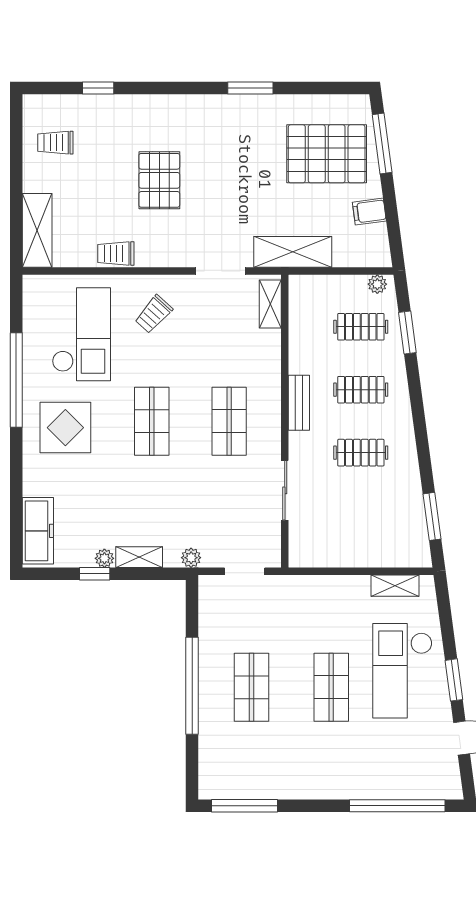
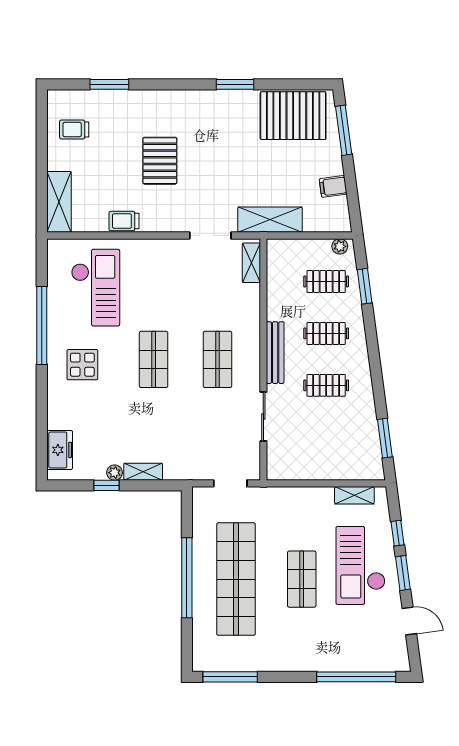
window: (98, 88) -> (109, 84), width x1.50
pallet: (327, 154) -> (293, 116), moved
trolley: (154, 314) -> (155, 271), removed
bench: (299, 403) -> (275, 353), width x1.36
display table: (65, 428) -> (82, 365), width x0.73, depth x0.73
freezer: (38, 531) -> (60, 450), width x0.71
plant: (191, 558) -> (186, 472), removed
window: (447, 632) -> (398, 533), added
shop shelf: (252, 687) -> (236, 579), width x2.00, depth x1.36

